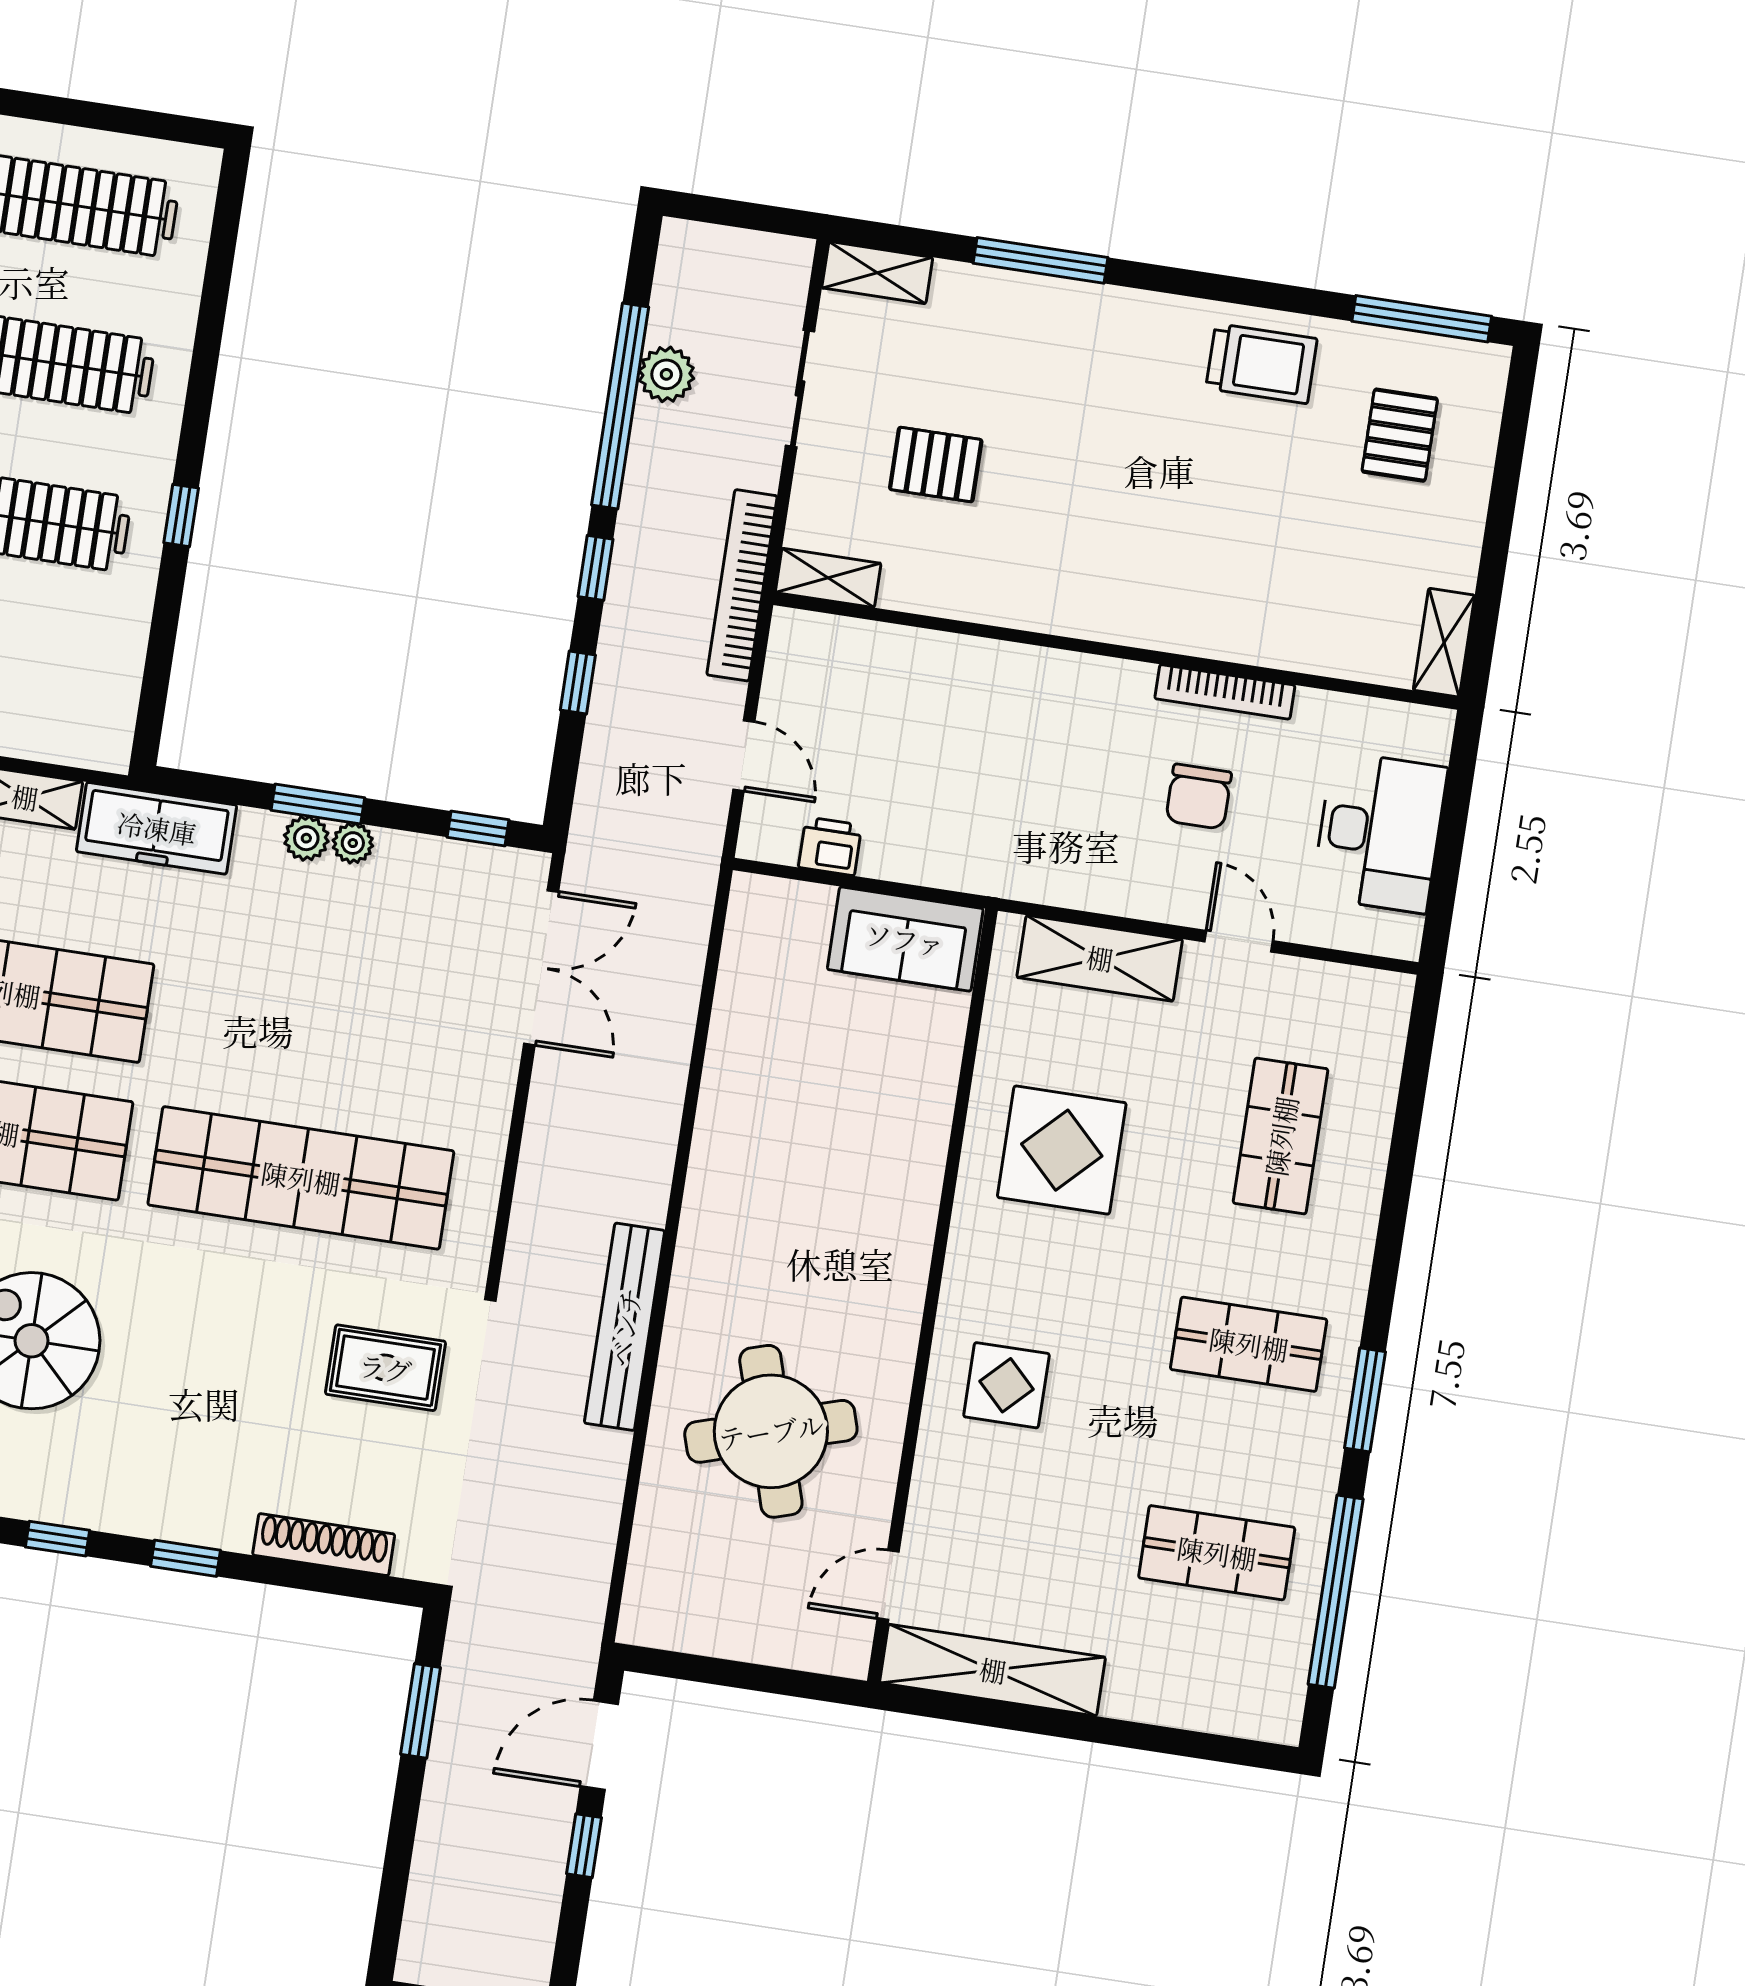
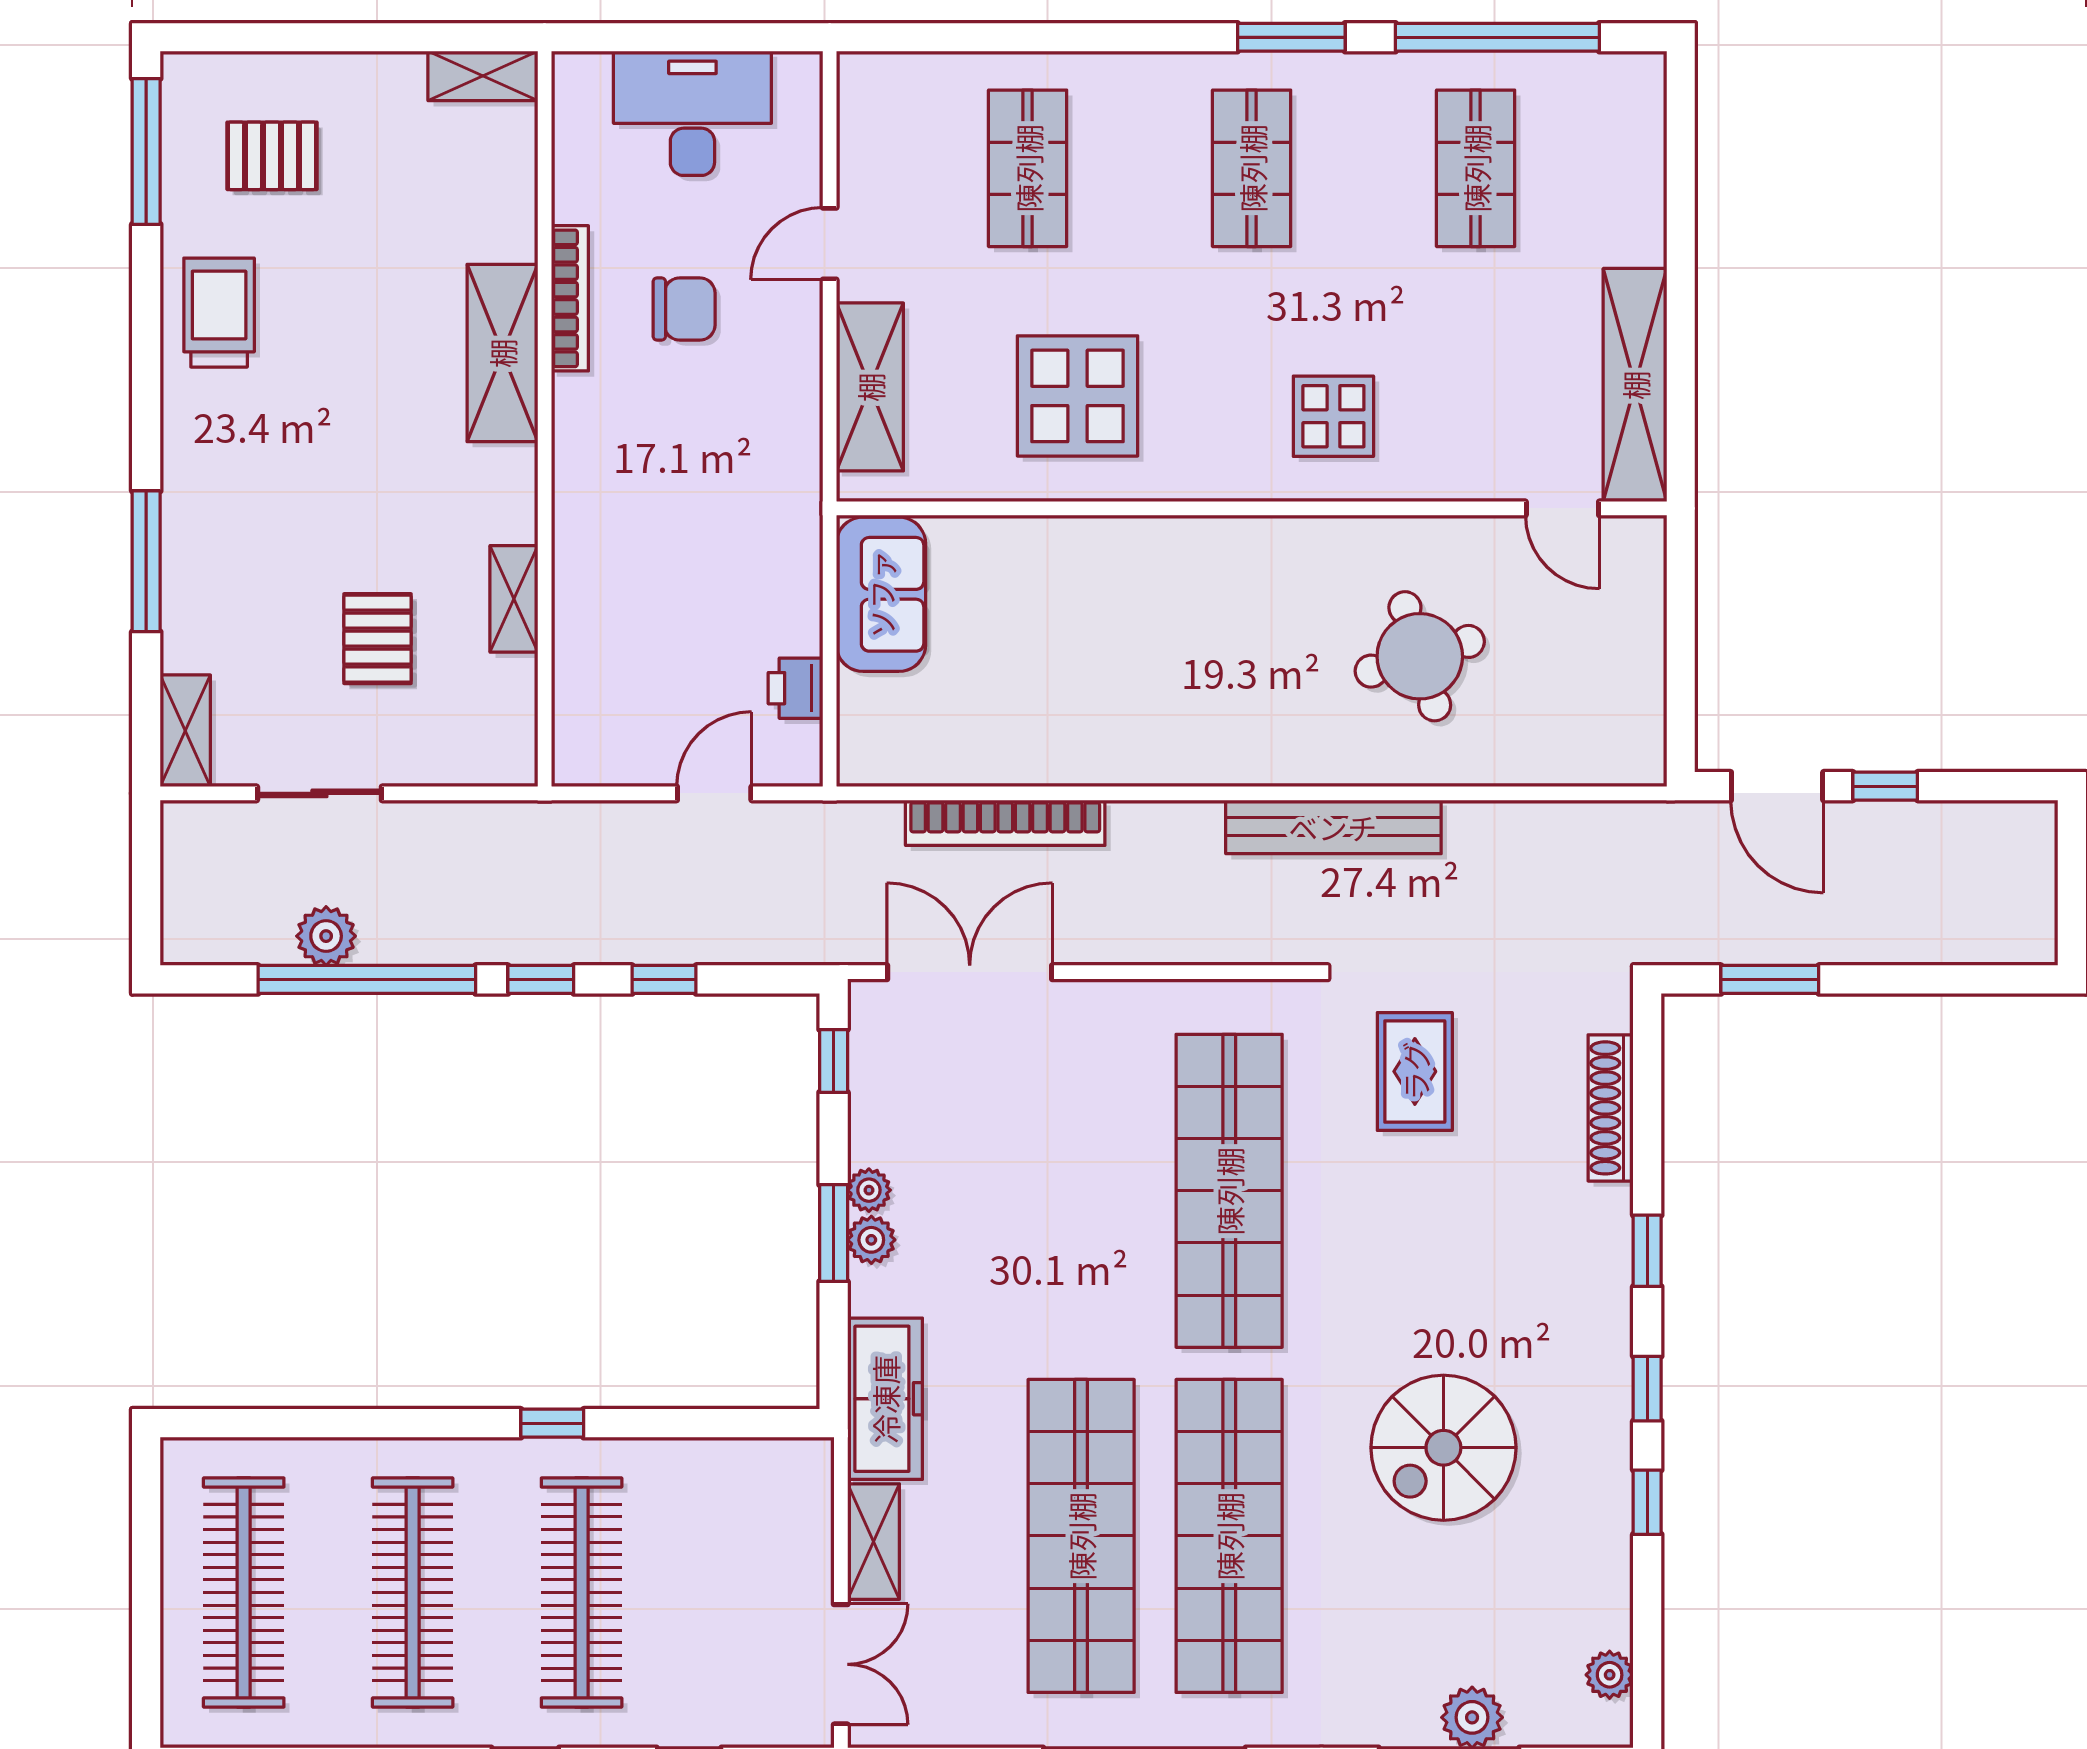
shelving: (828, 578) -> (514, 599), moved
bookcase: (742, 585) -> (1005, 823), moved
shelving: (1184, 621) -> (502, 353), added
shop shelf: (1281, 1136) -> (1028, 168), turned 90
round table: (771, 1431) -> (1420, 656), width x0.73, depth x0.73

